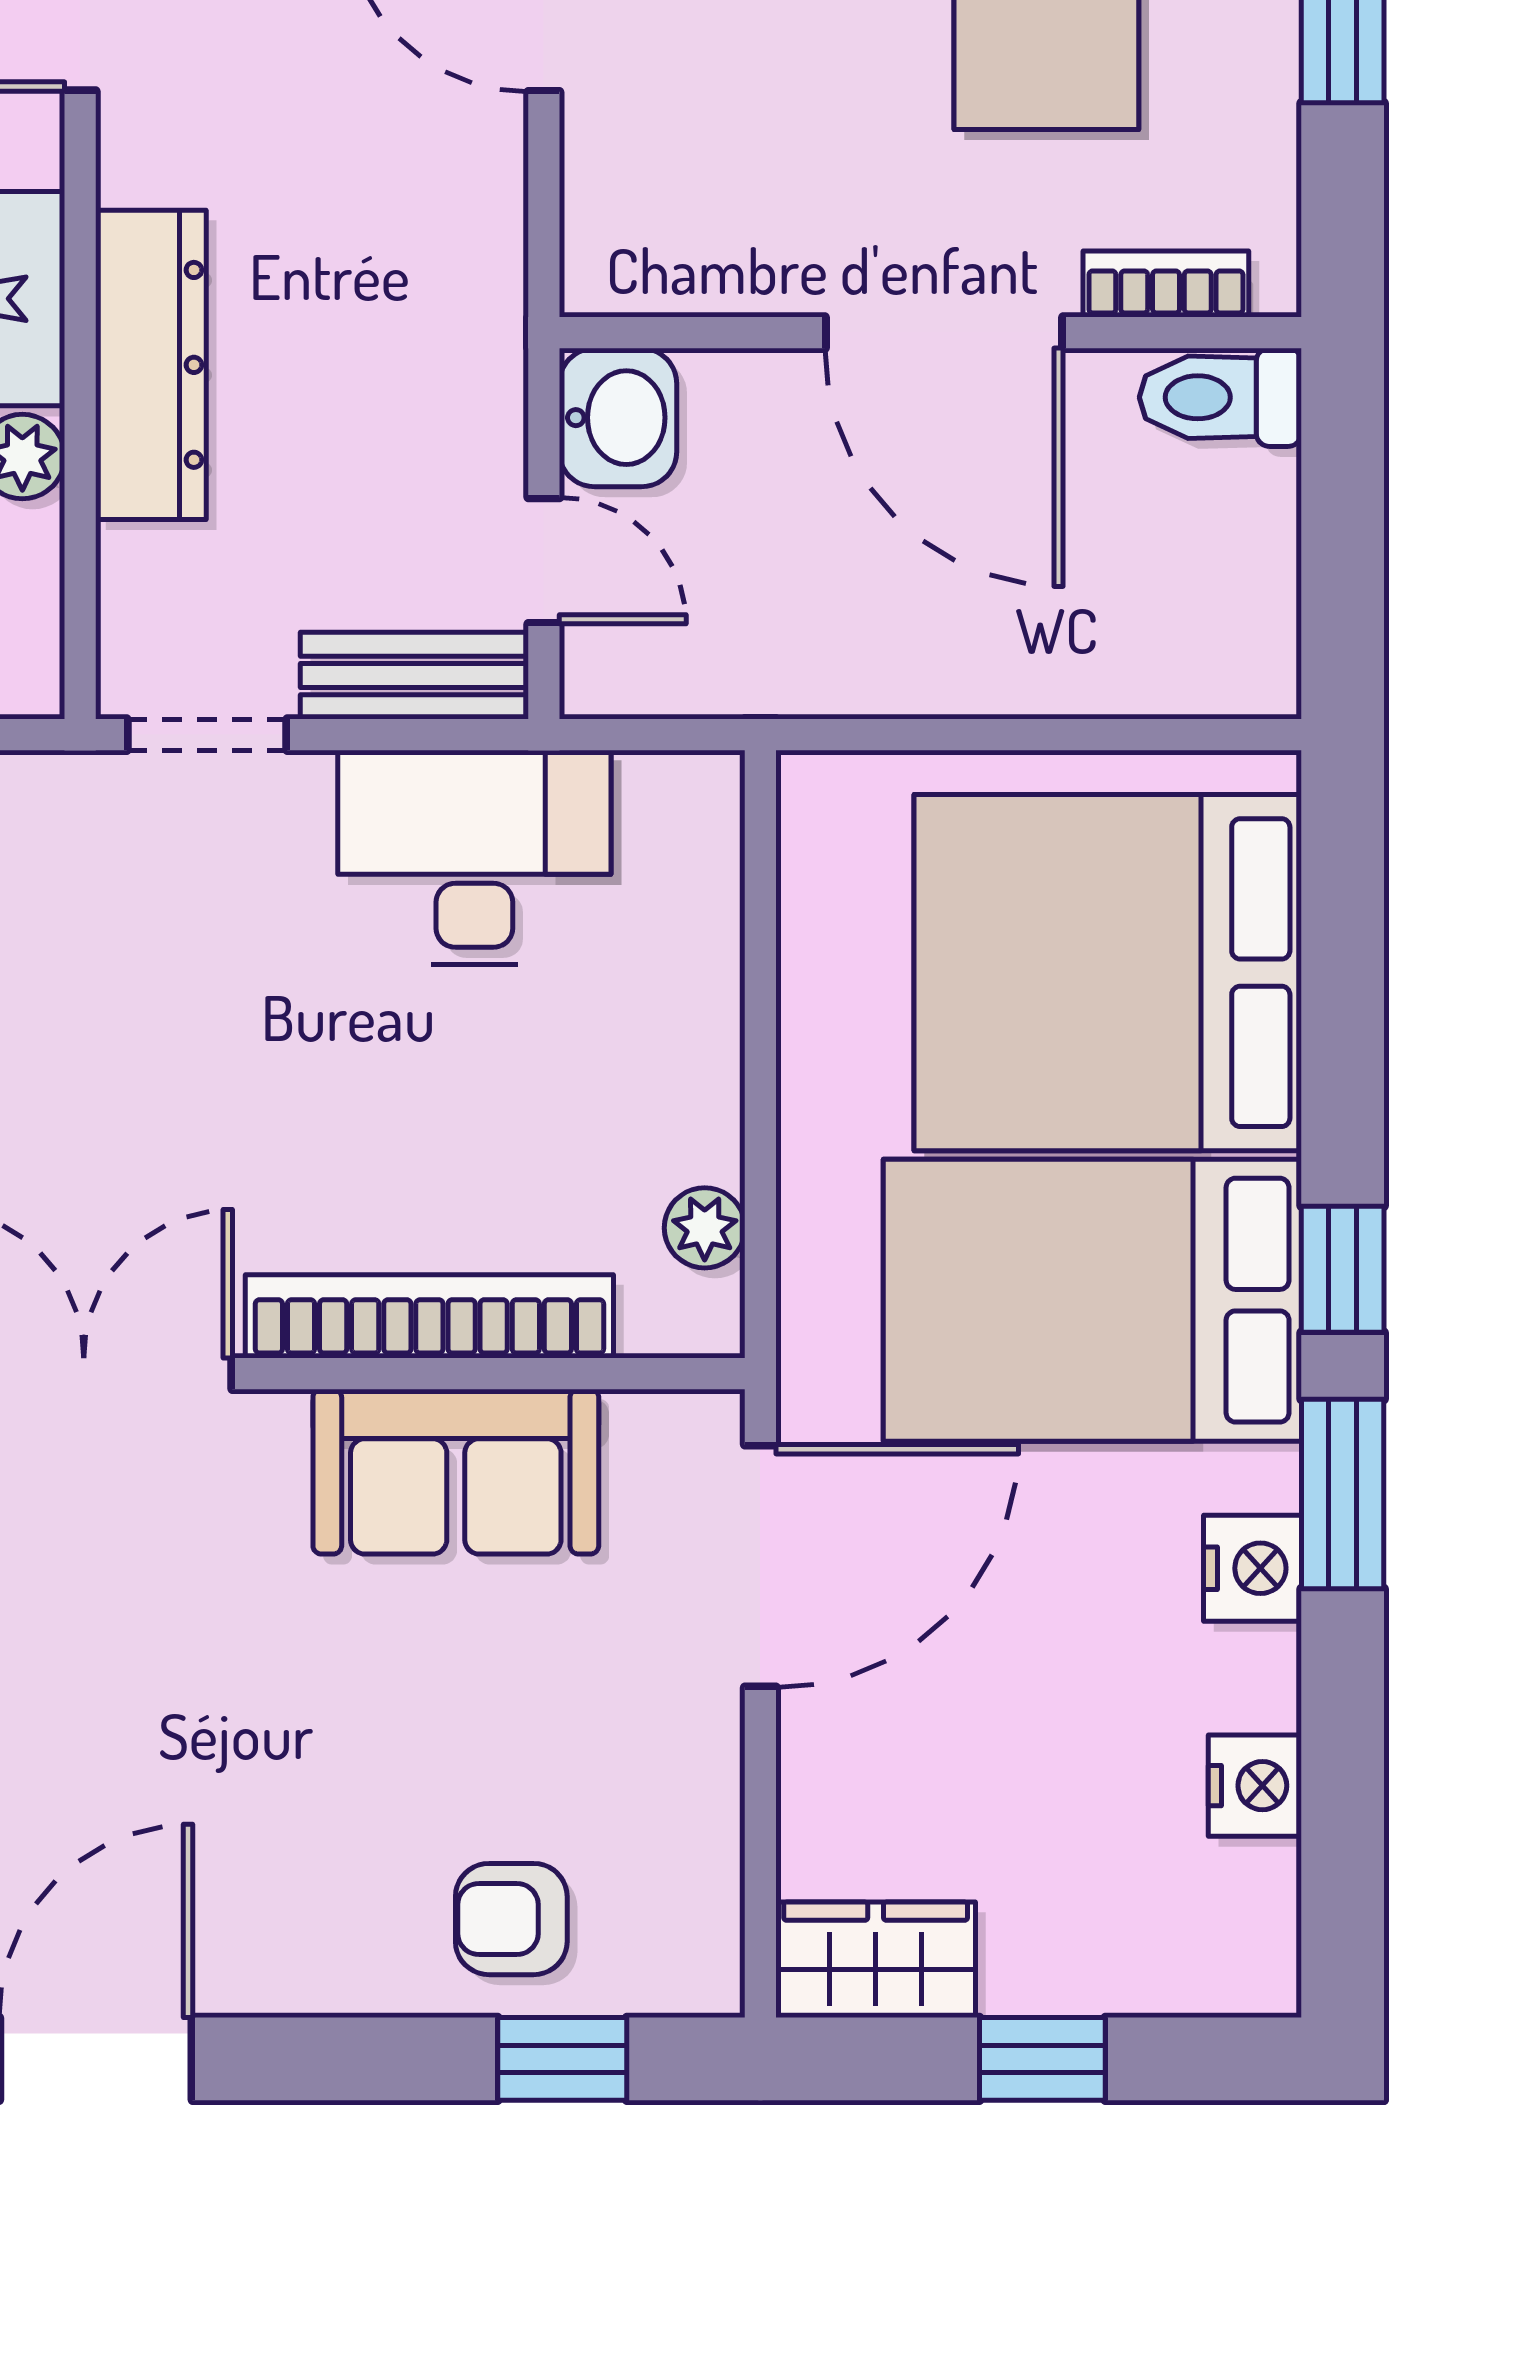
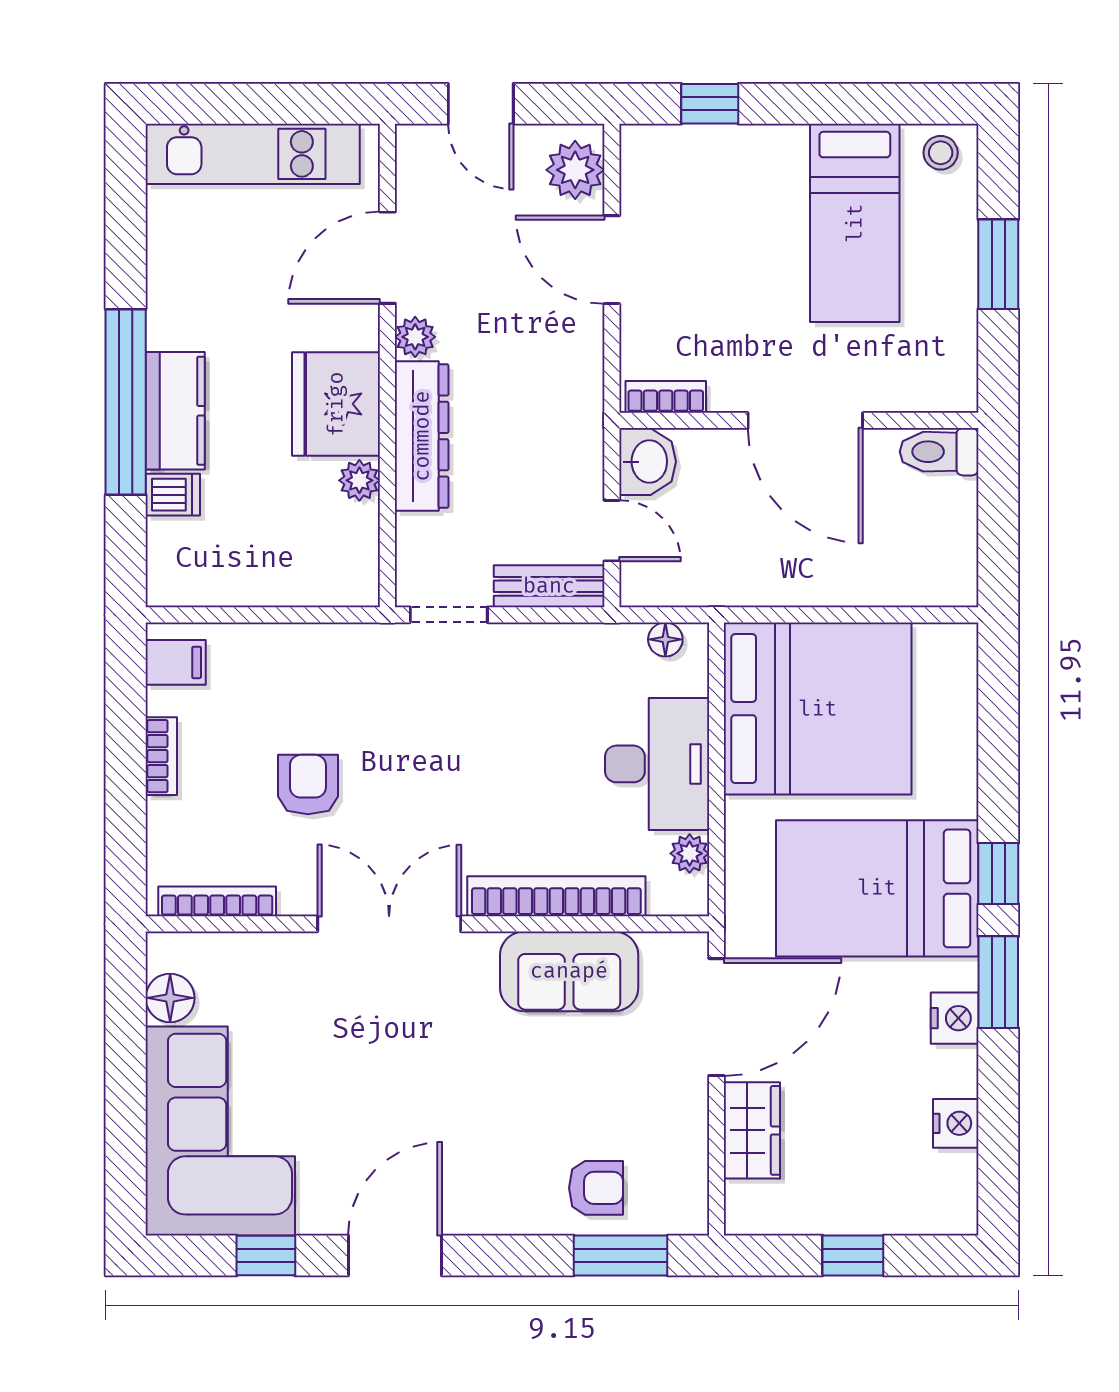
plant: (137, 160) -> (415, 337), added
bookcase: (1166, 284) -> (666, 397), moved
floor lamp: (655, 785) -> (665, 639), added
desk: (474, 857) -> (657, 764), moved, turned 90
bed: (1108, 973) -> (818, 709), moved, turned 180
armchair: (511, 1919) -> (596, 1188), turned 180
wardrobe: (876, 1960) -> (752, 1130), moved, turned 90
window: (562, 2059) -> (621, 1256), width x1.50

